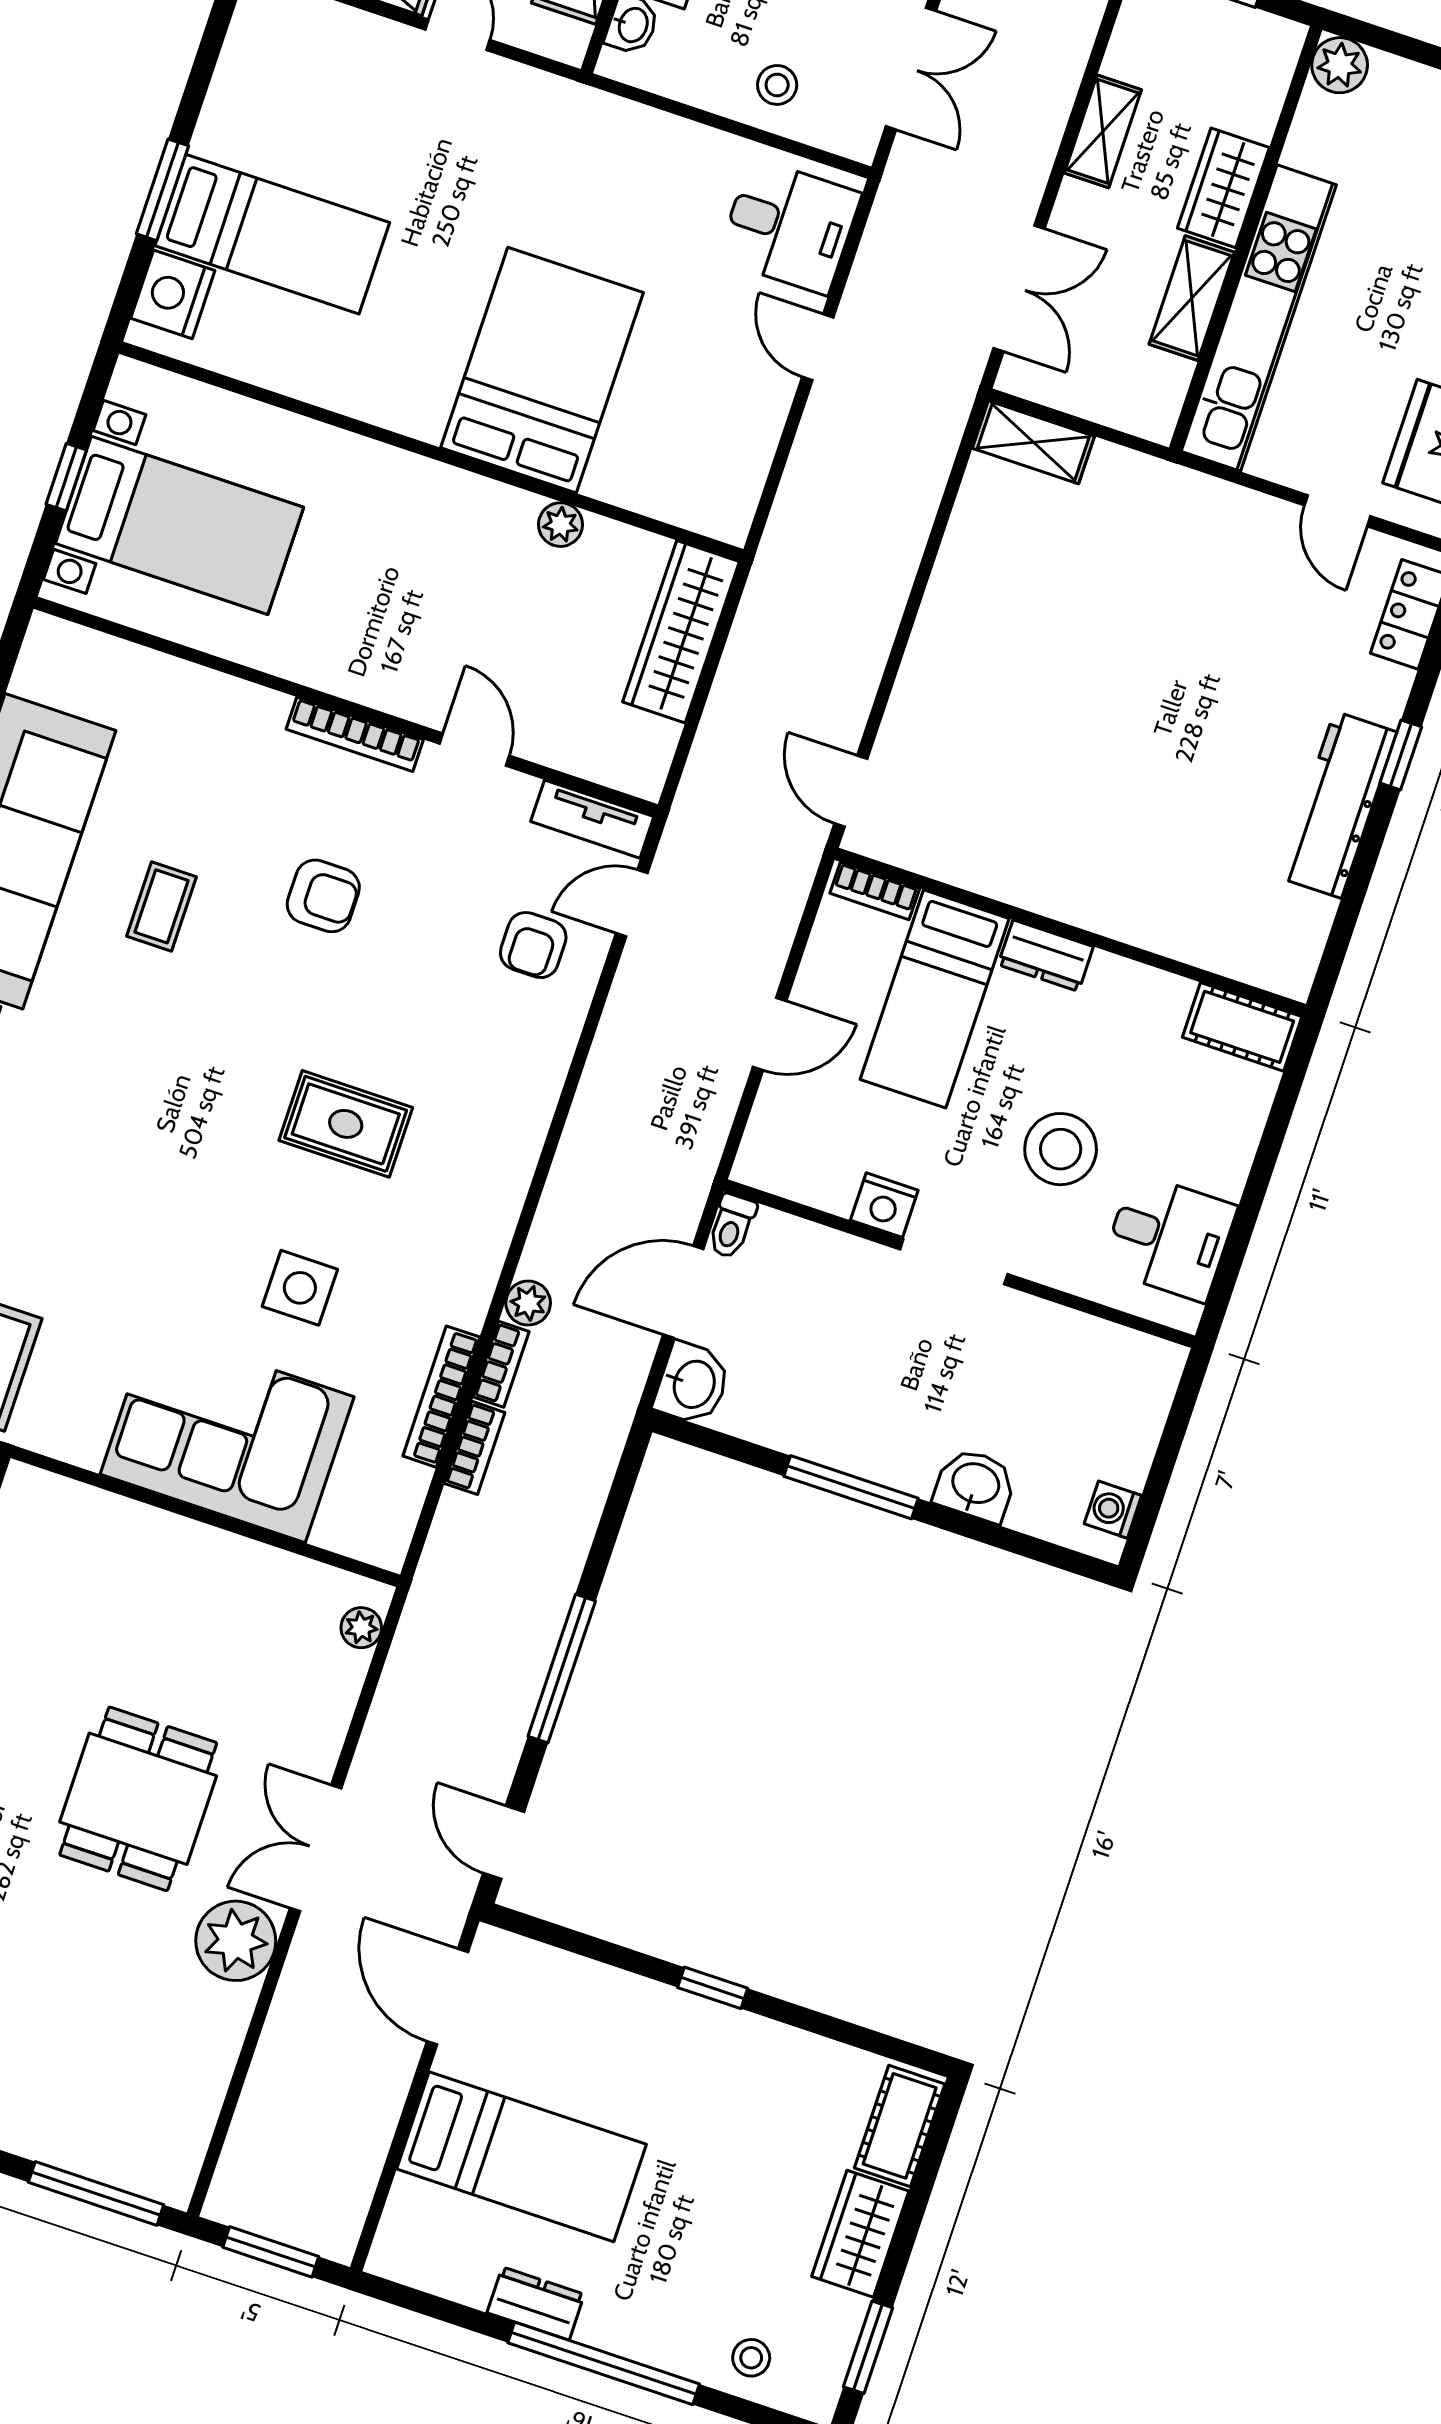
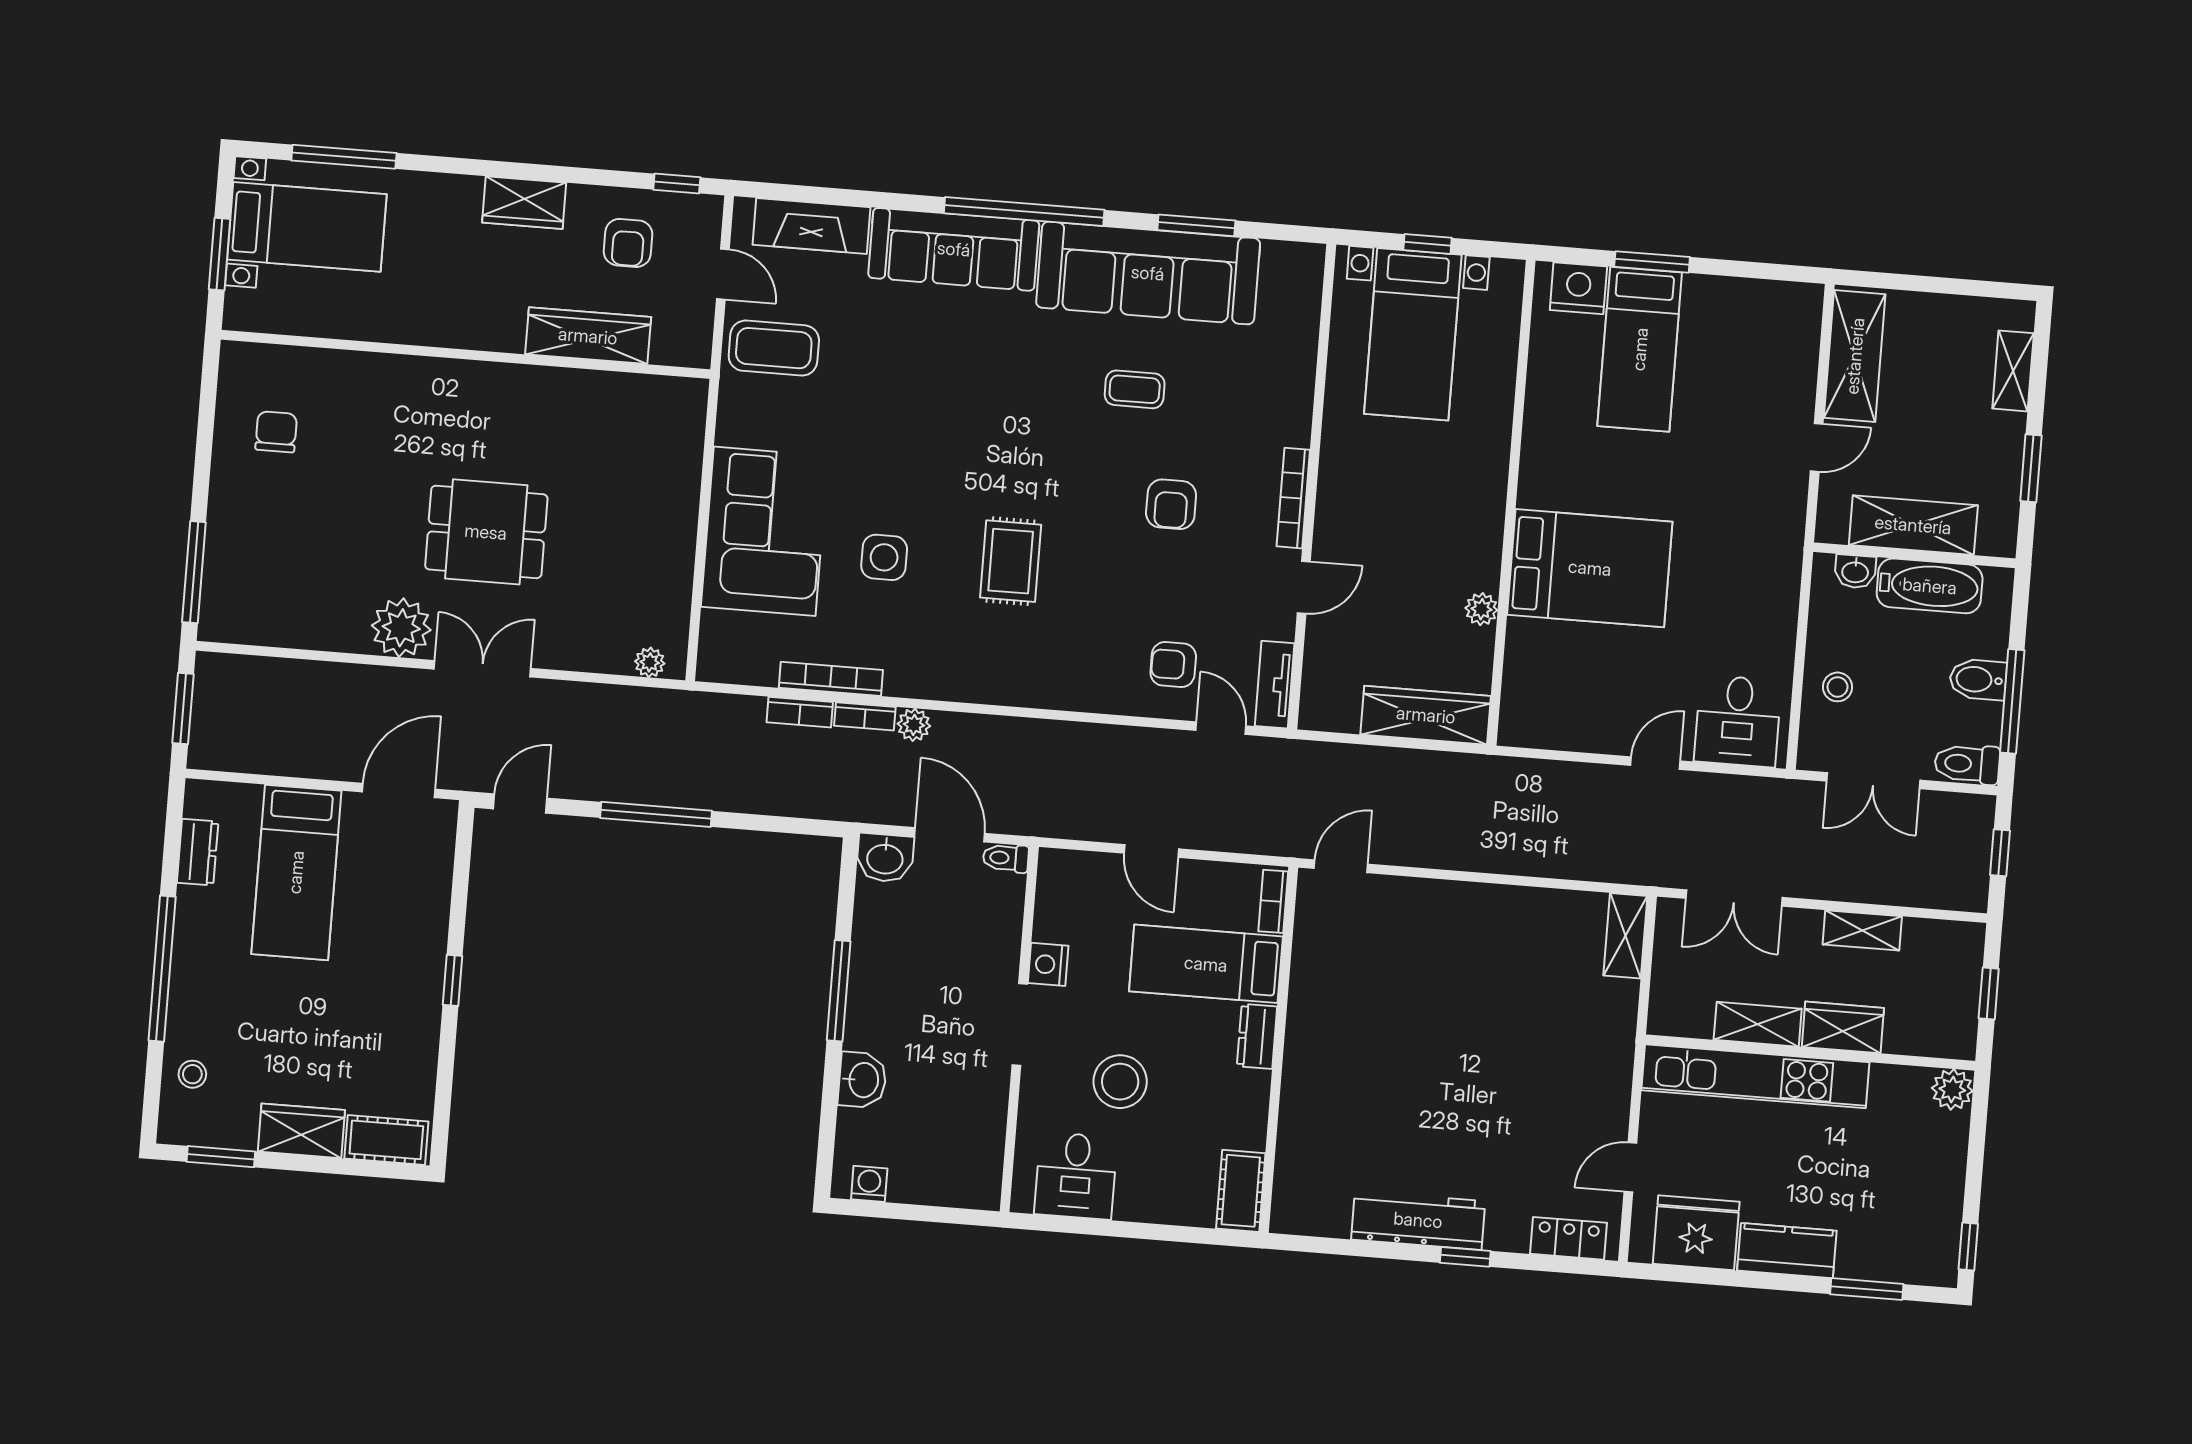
dresser: (536, 2304) -> (198, 852), moved

